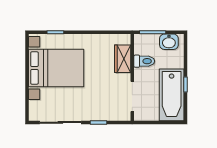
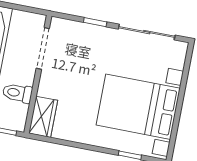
wardrobe: (123, 59) -> (43, 117), moved

